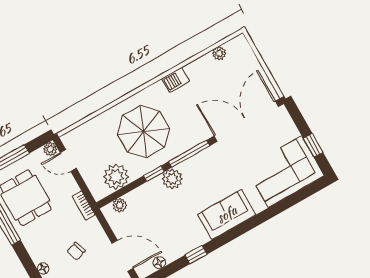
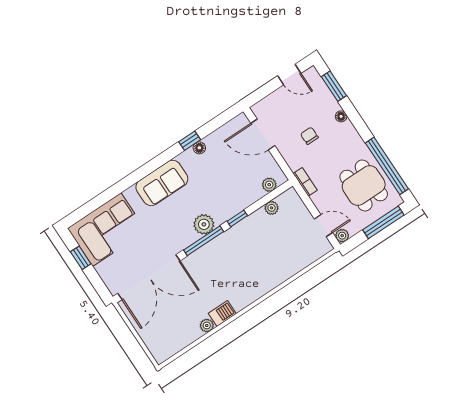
plant: (219, 53) -> (207, 325), moved
parasol: (144, 132) -> (251, 260), removed
plant: (116, 177) -> (272, 208), width x0.53, depth x0.53
plant: (172, 179) -> (204, 224), moved
chair: (76, 251) -> (309, 136), turned -71
floor lamp: (159, 263) -> (199, 148), moved

